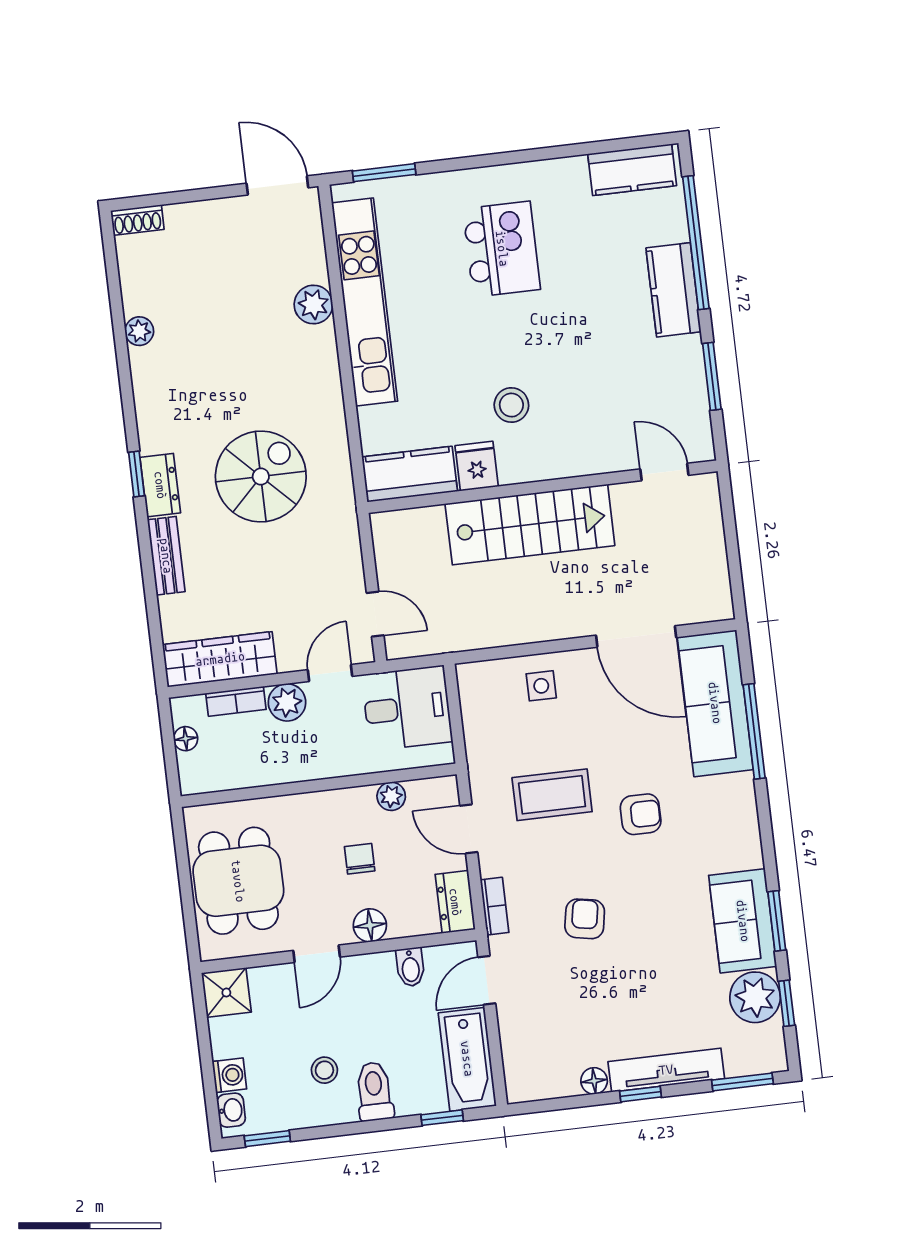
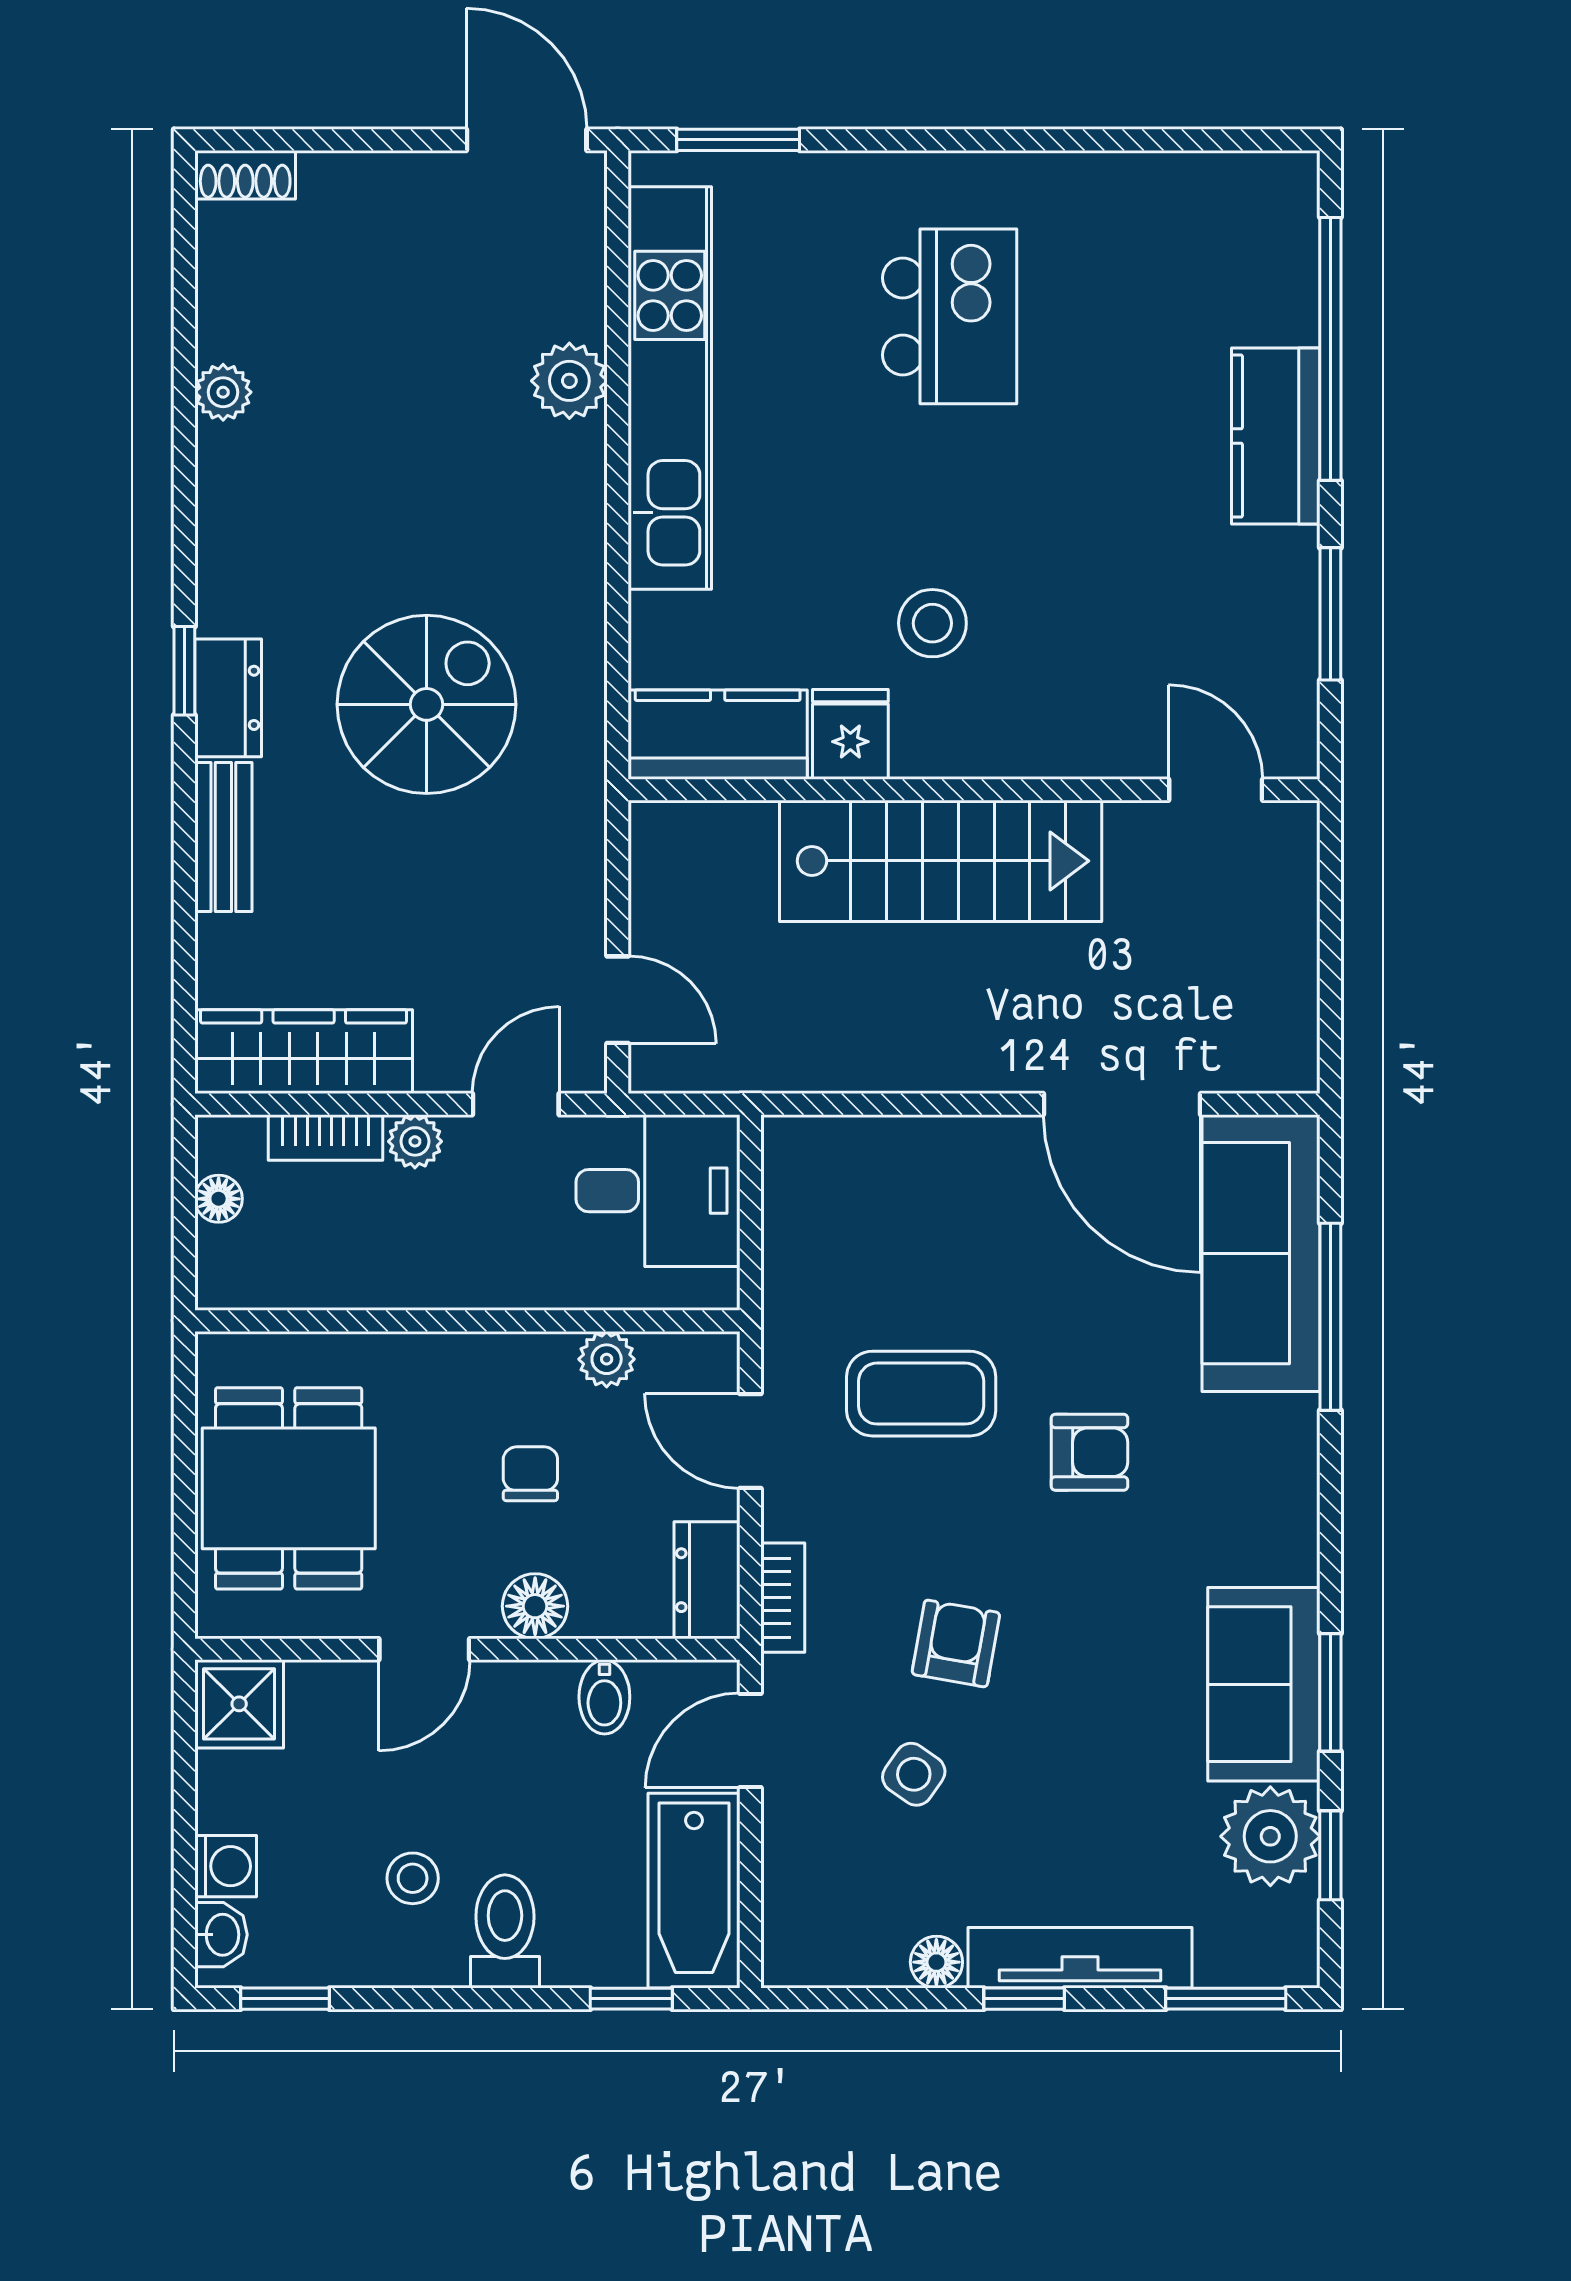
kitchen counter: (632, 170) -> (1223, 192), removed
side table: (541, 686) -> (914, 1774), moved, turned 35
plant: (287, 702) -> (415, 1141), width x0.73, depth x0.73

